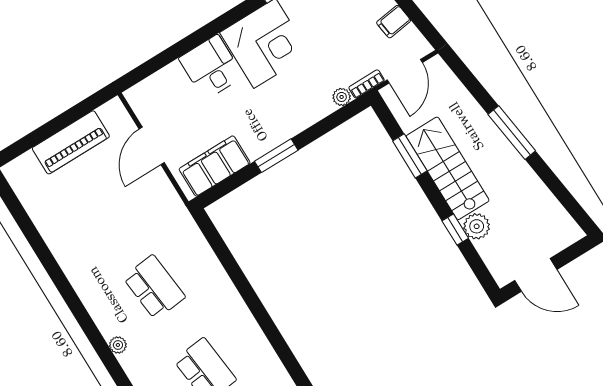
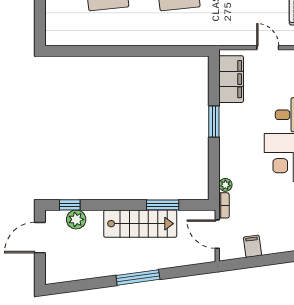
door: (152, 146) -> (268, 48), width x0.73
plant: (477, 226) -> (76, 219), moved
window: (455, 230) -> (70, 205), moved

